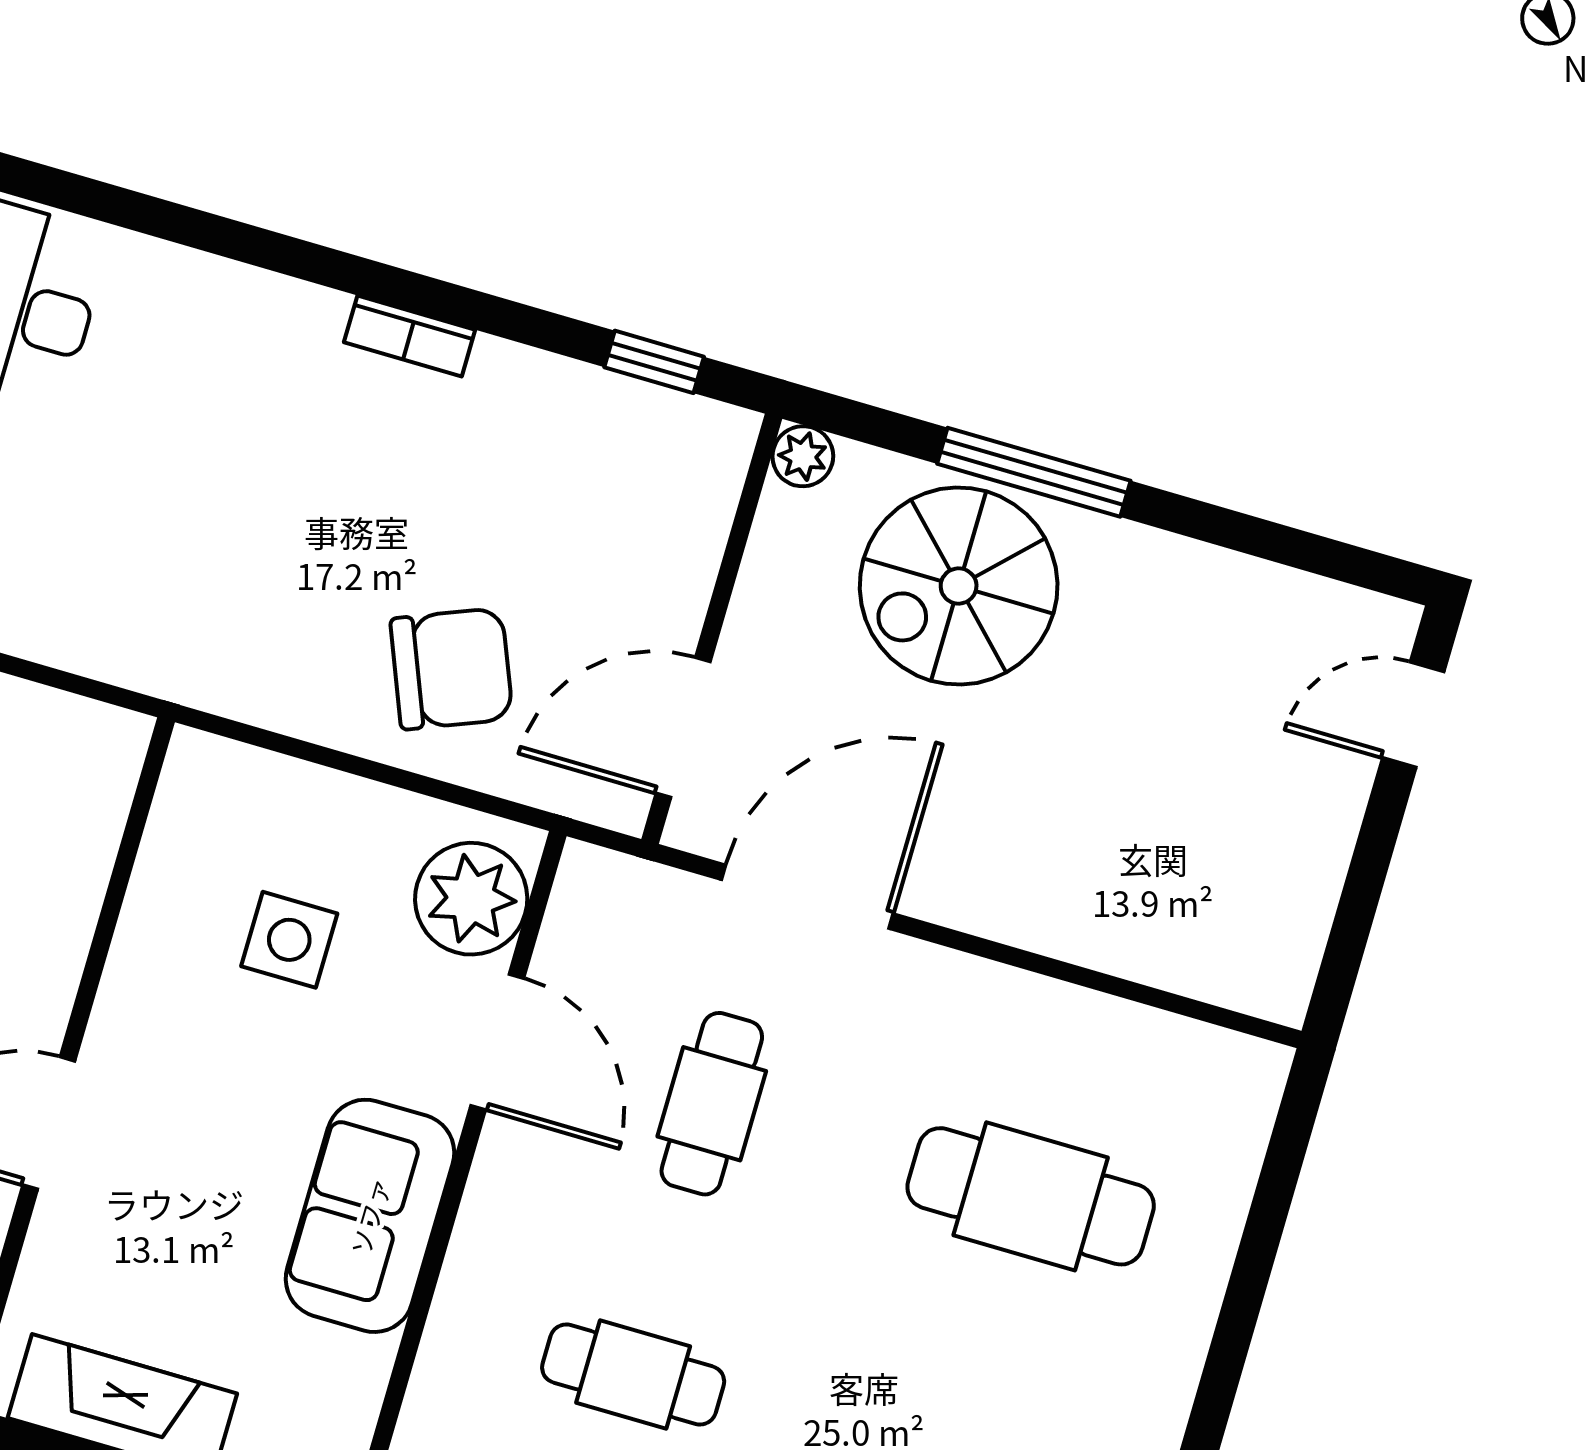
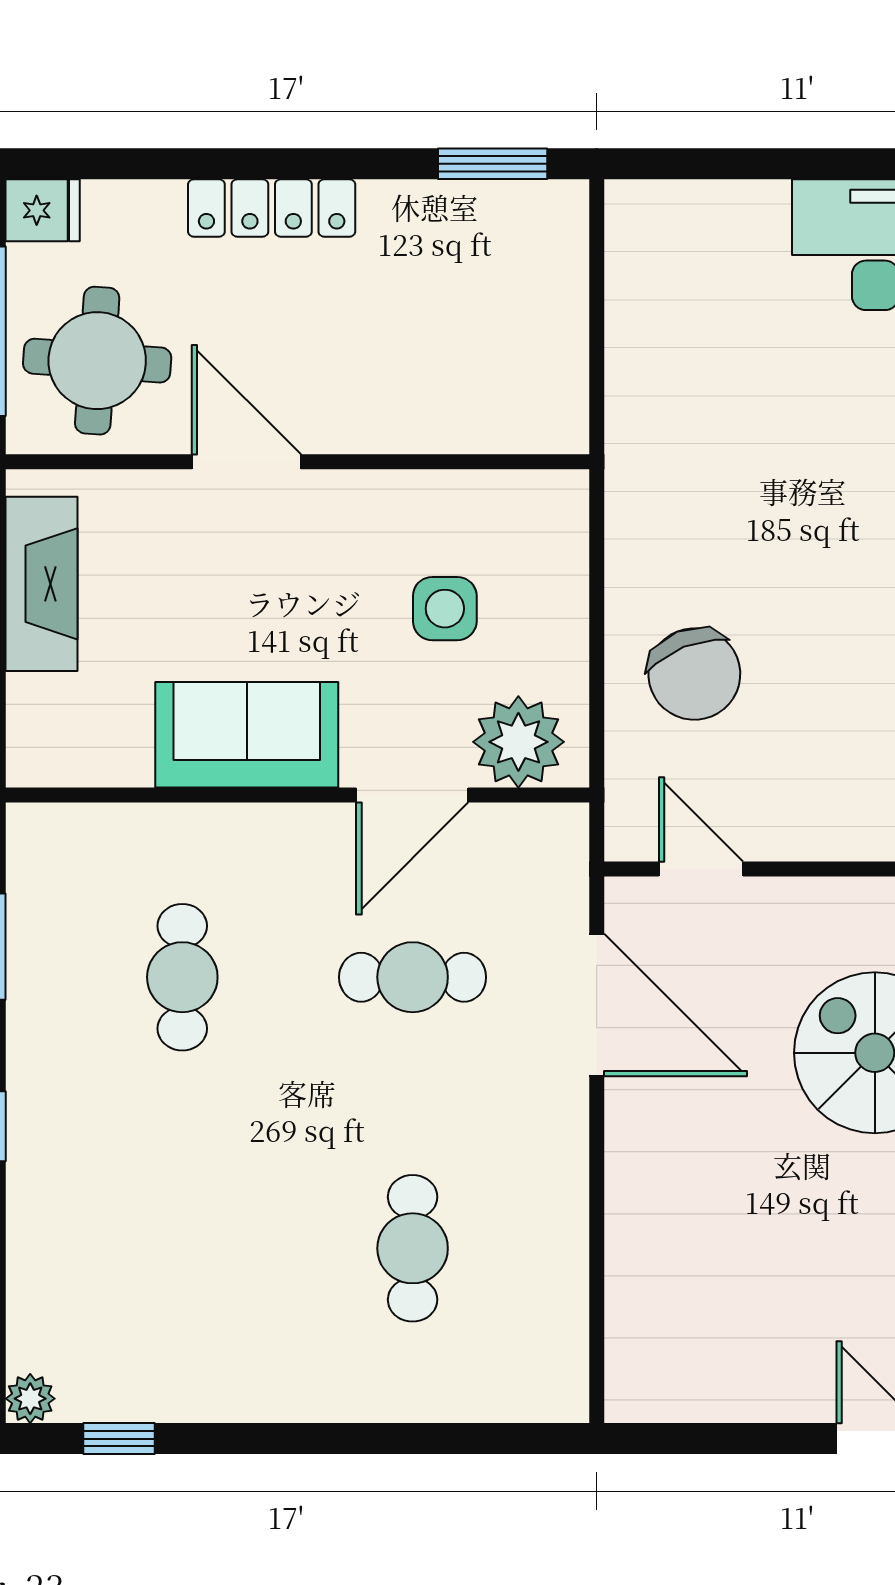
door: (683, 727) -> (701, 869), width x0.73
cafe table: (1031, 1196) -> (413, 1248), width x0.73, depth x0.74

